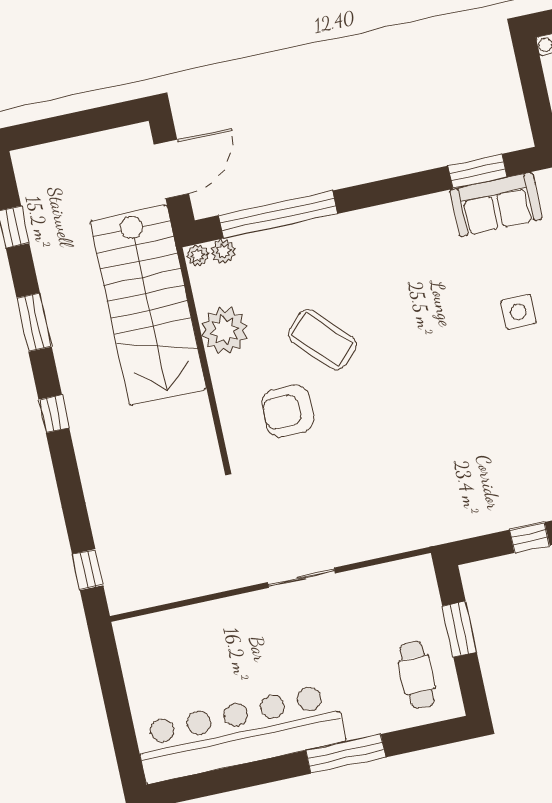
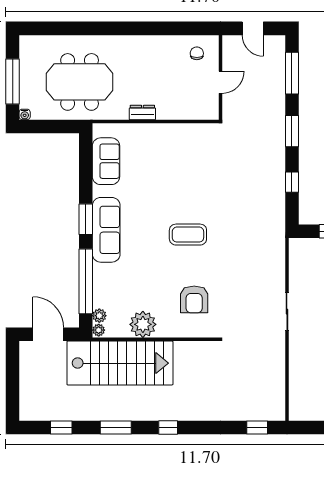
window: (478, 171) -> (86, 219), moved
sofa: (376, 231) -> (106, 230), added
side table: (518, 312) -> (167, 162), removed
coffee table: (322, 339) -> (188, 235), moved, turned 44

